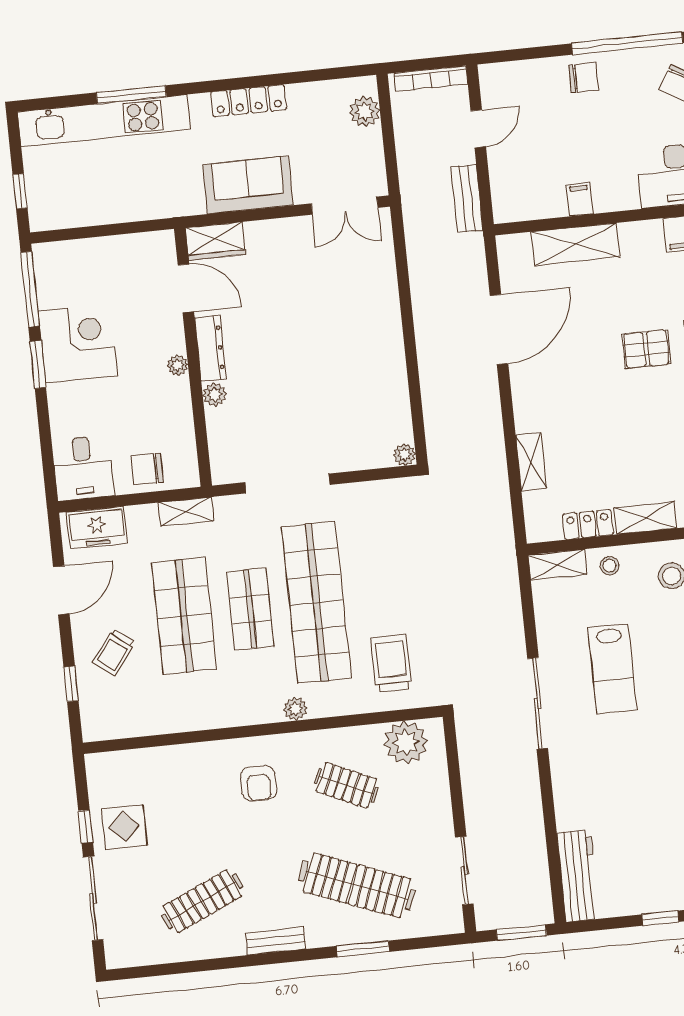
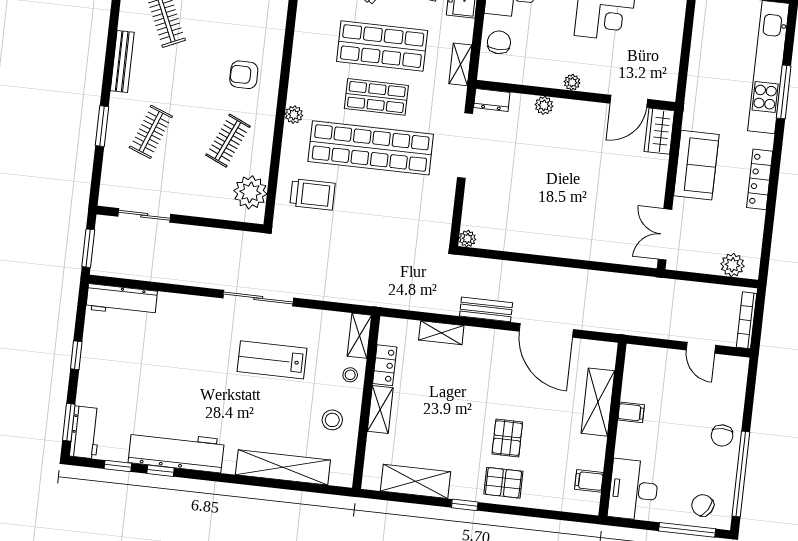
bench: (467, 199) -> (486, 309), moved
dresser: (210, 348) -> (492, 100), moved, width x0.70
clothes rail: (357, 885) -> (151, 132), width x0.54, depth x0.76
bench: (275, 941) -> (122, 61), width x1.36

